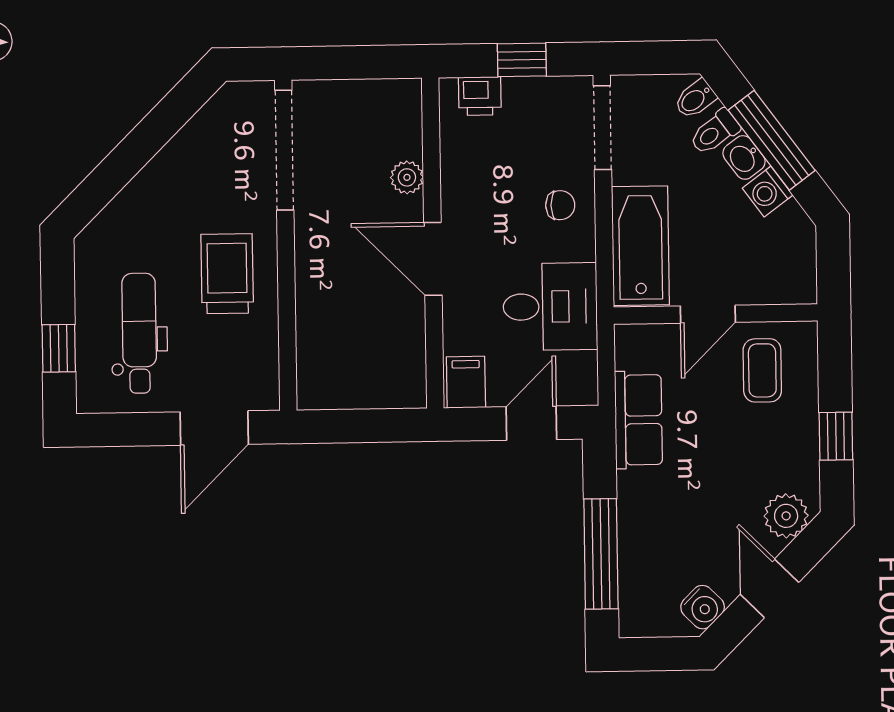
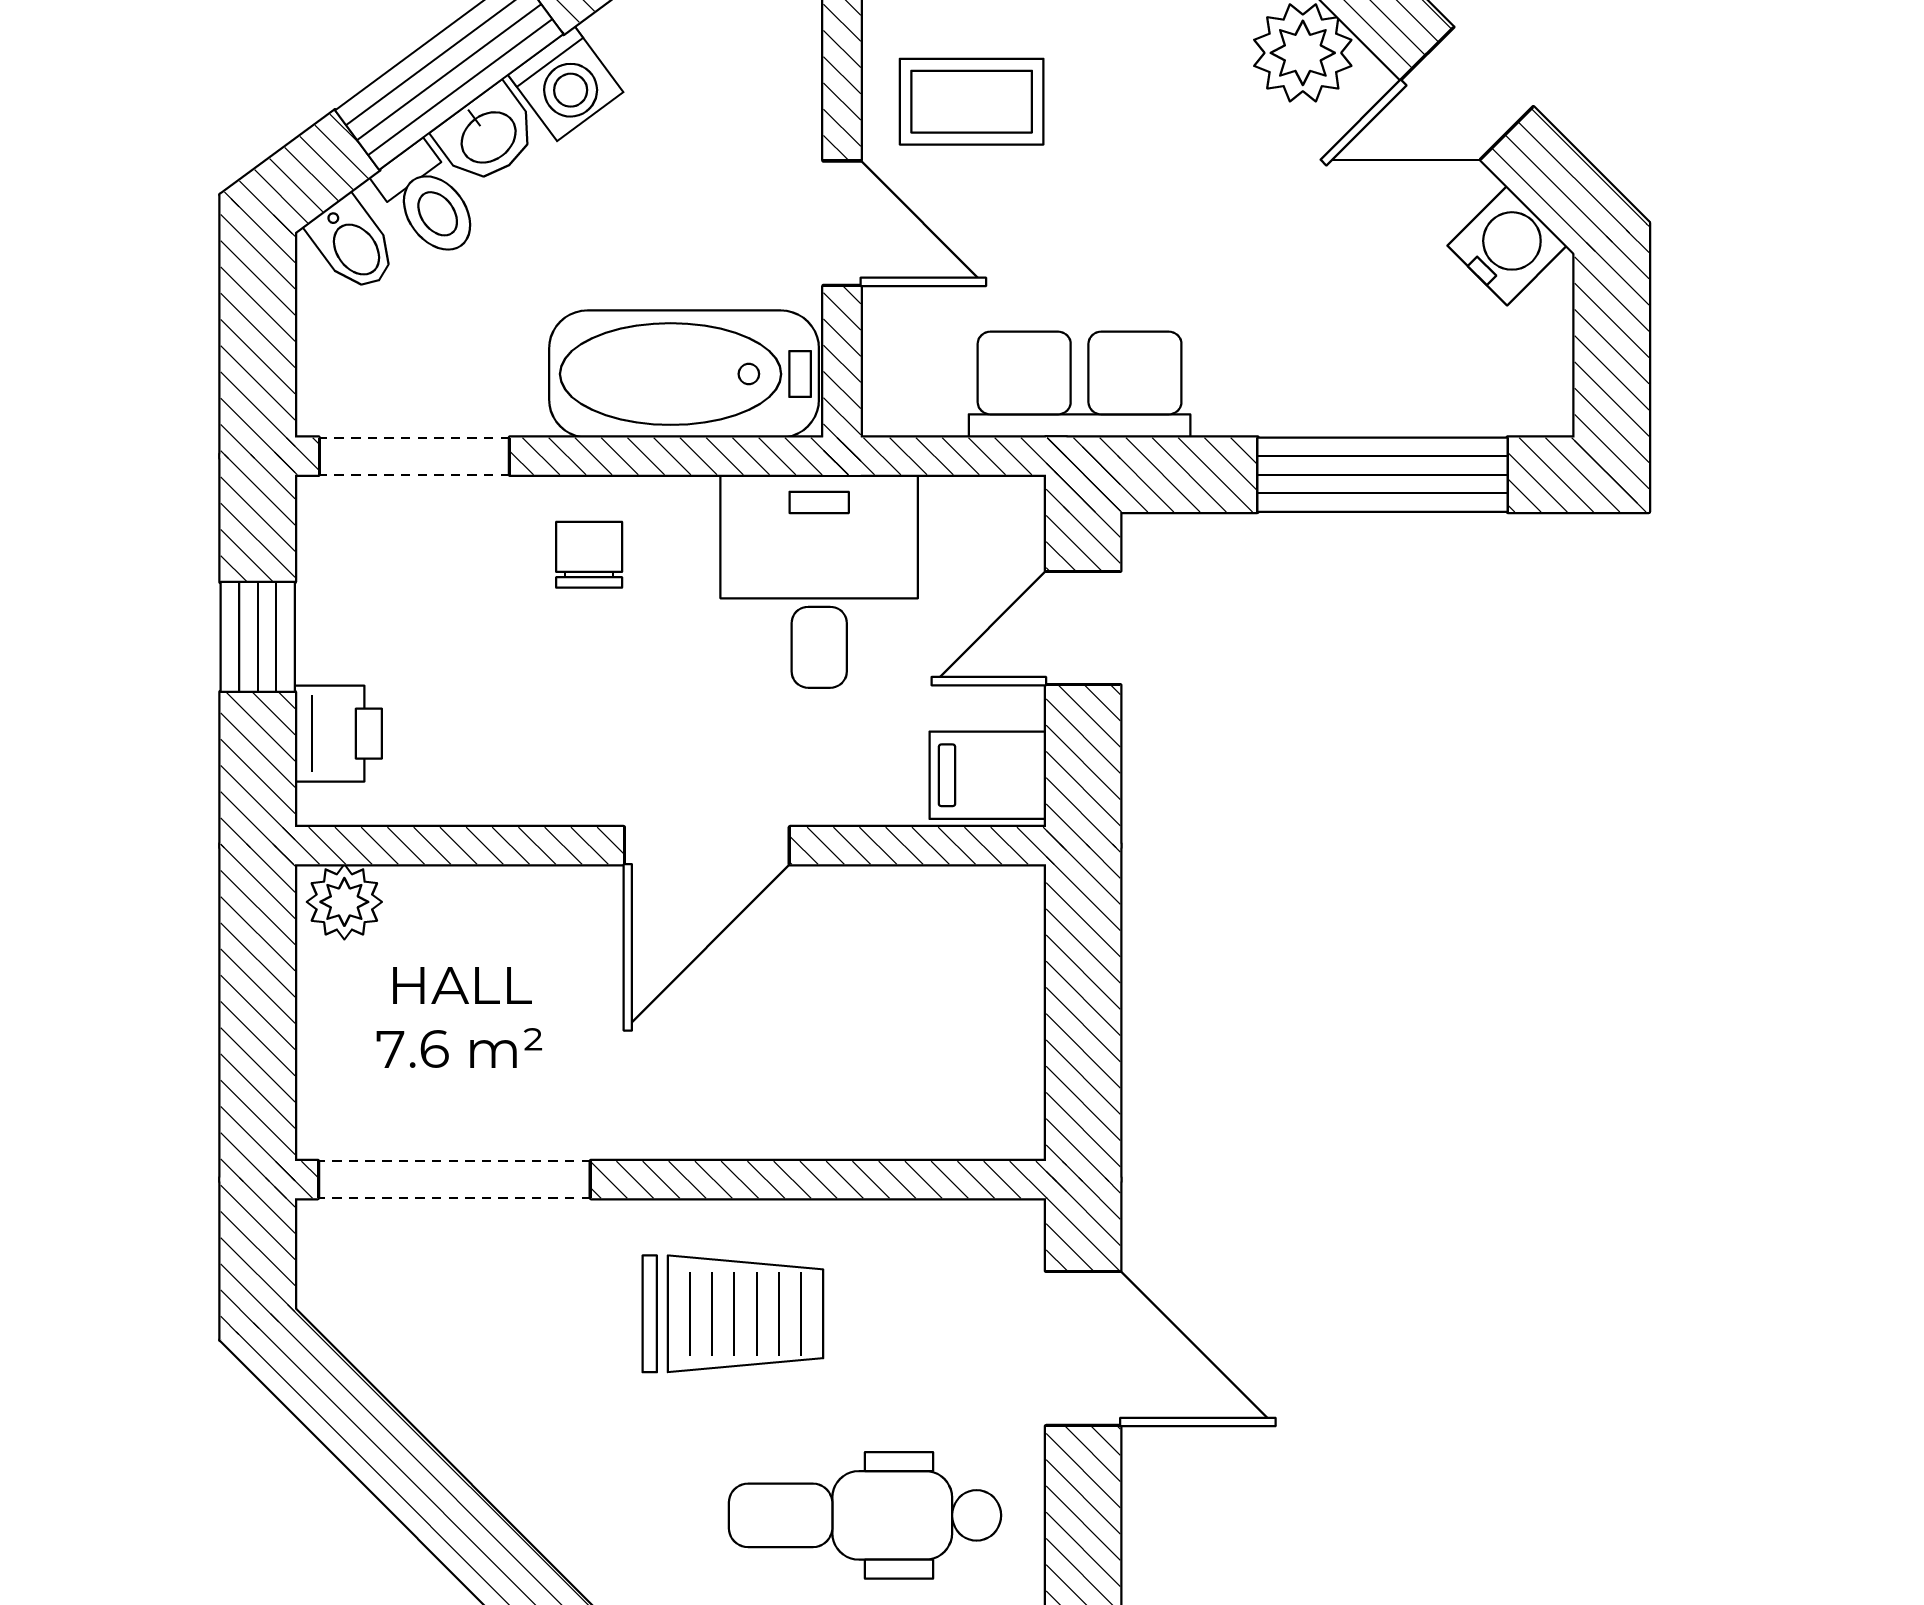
plant: (407, 177) -> (344, 902), moved
trolley: (227, 274) -> (733, 1314), turned 180
door: (531, 423) -> (1083, 628), hinge flipped

